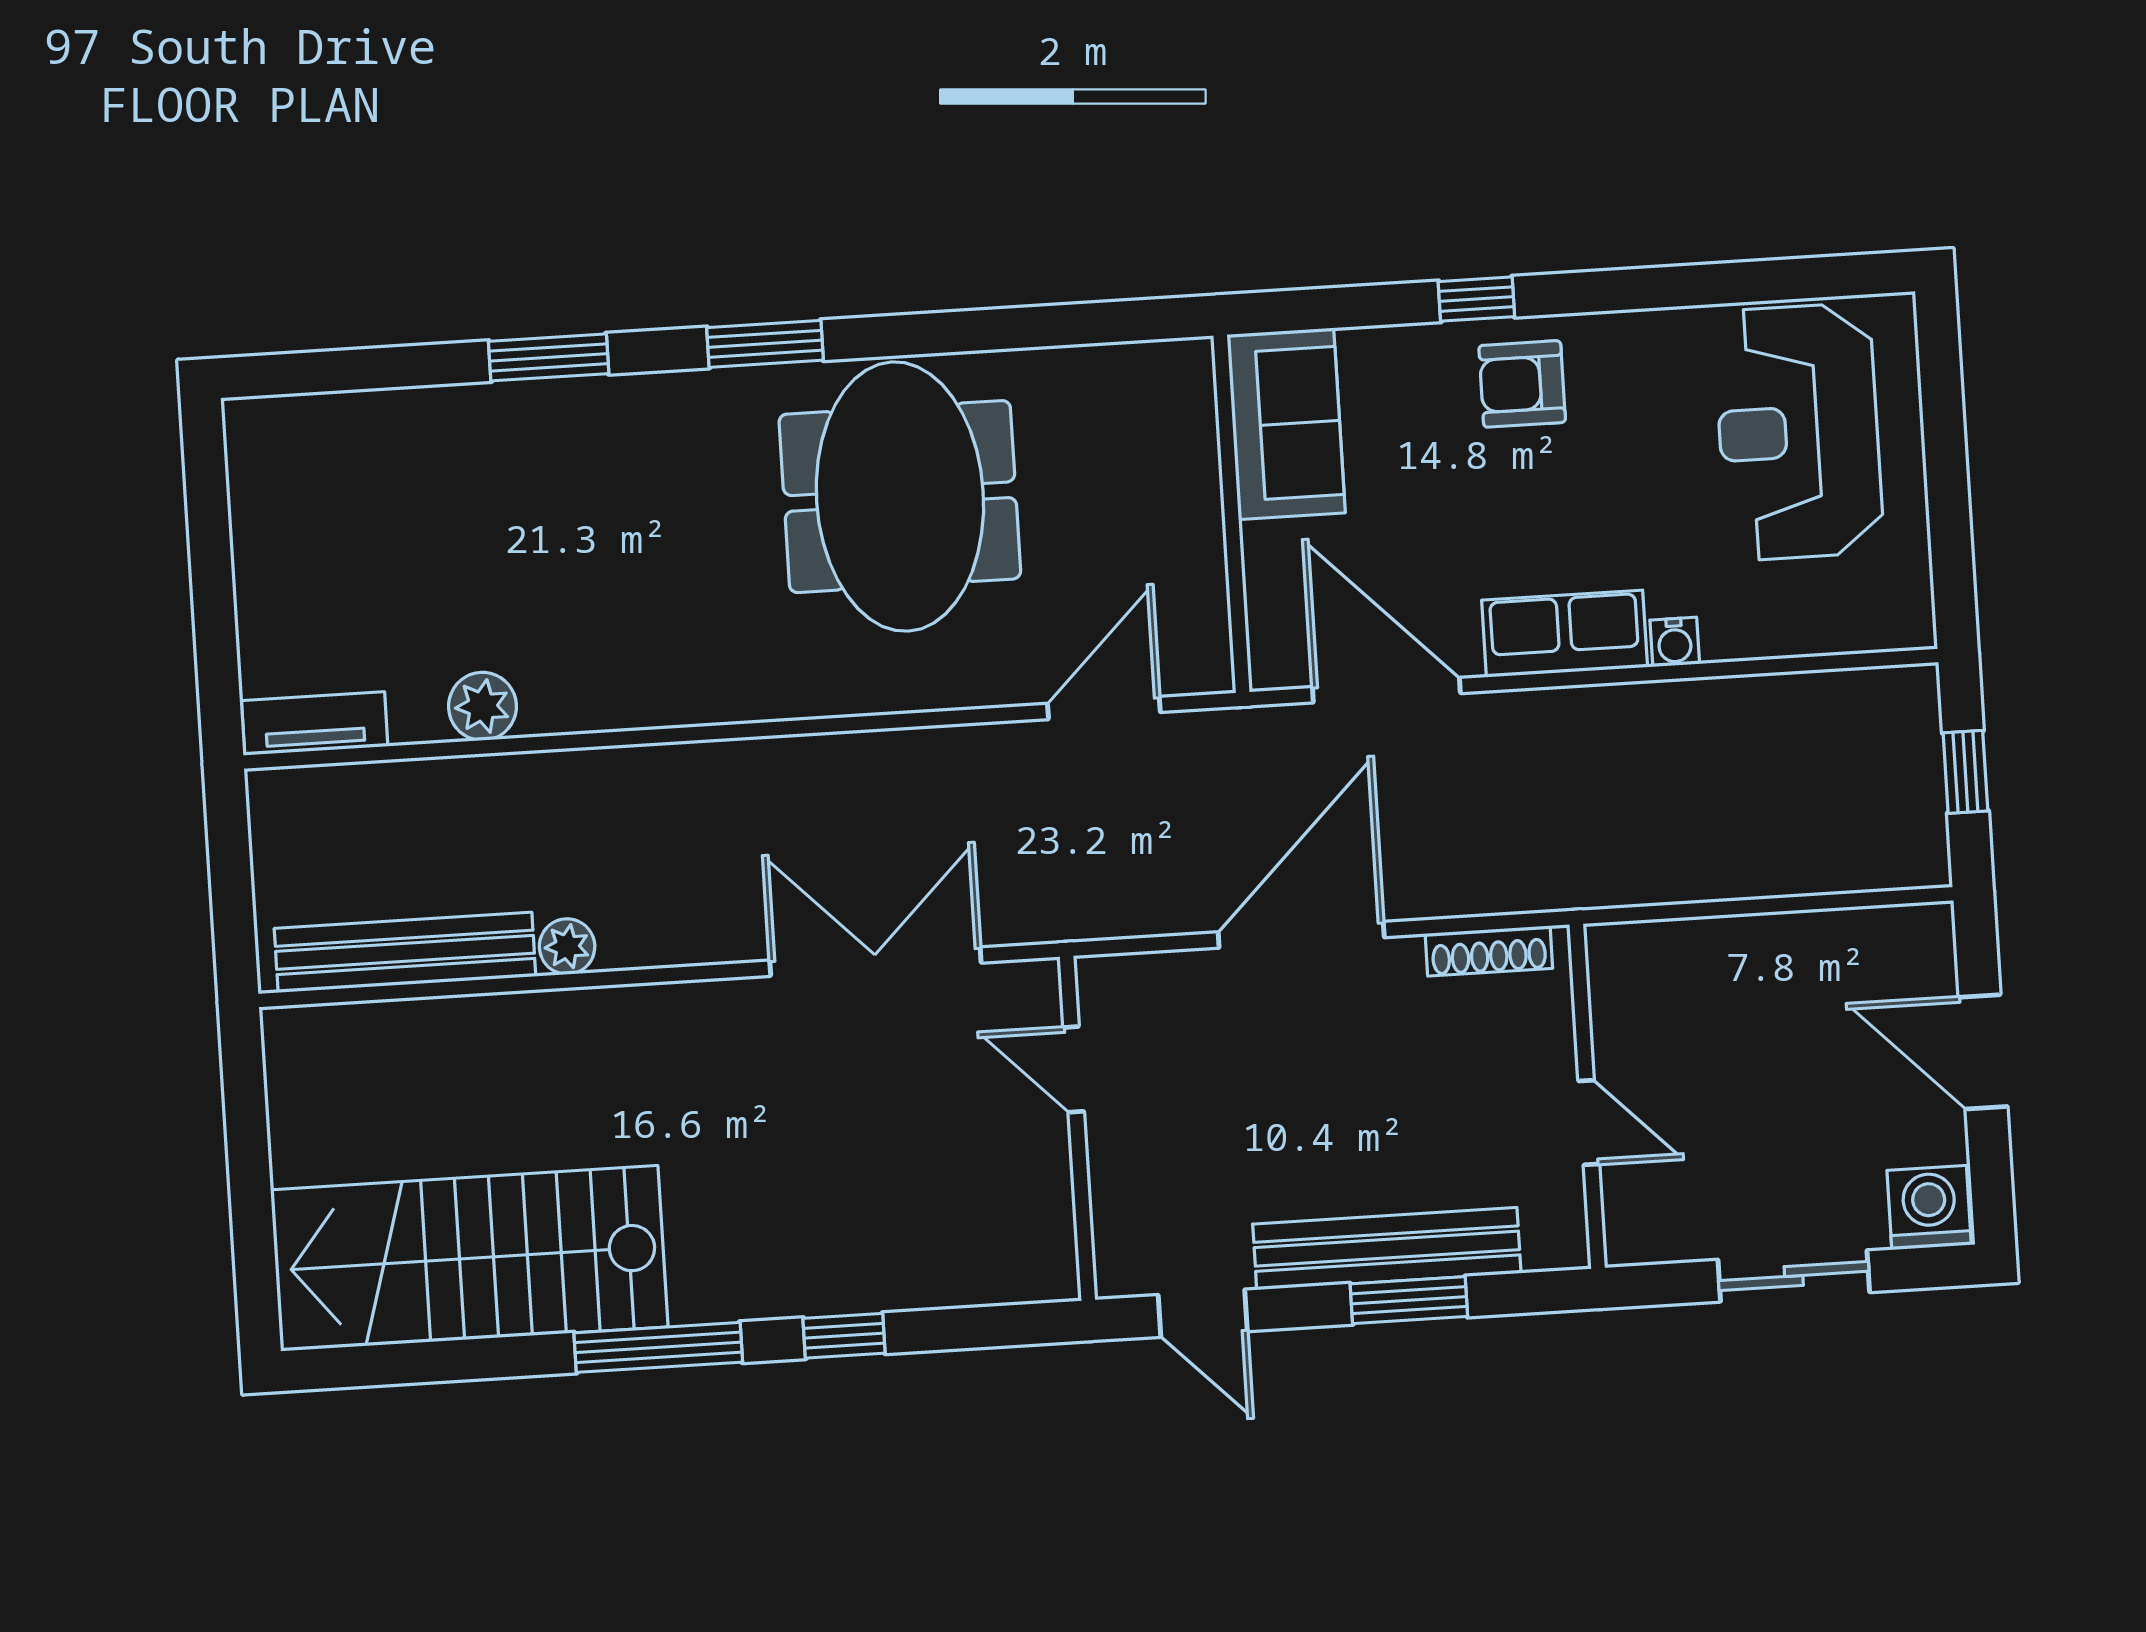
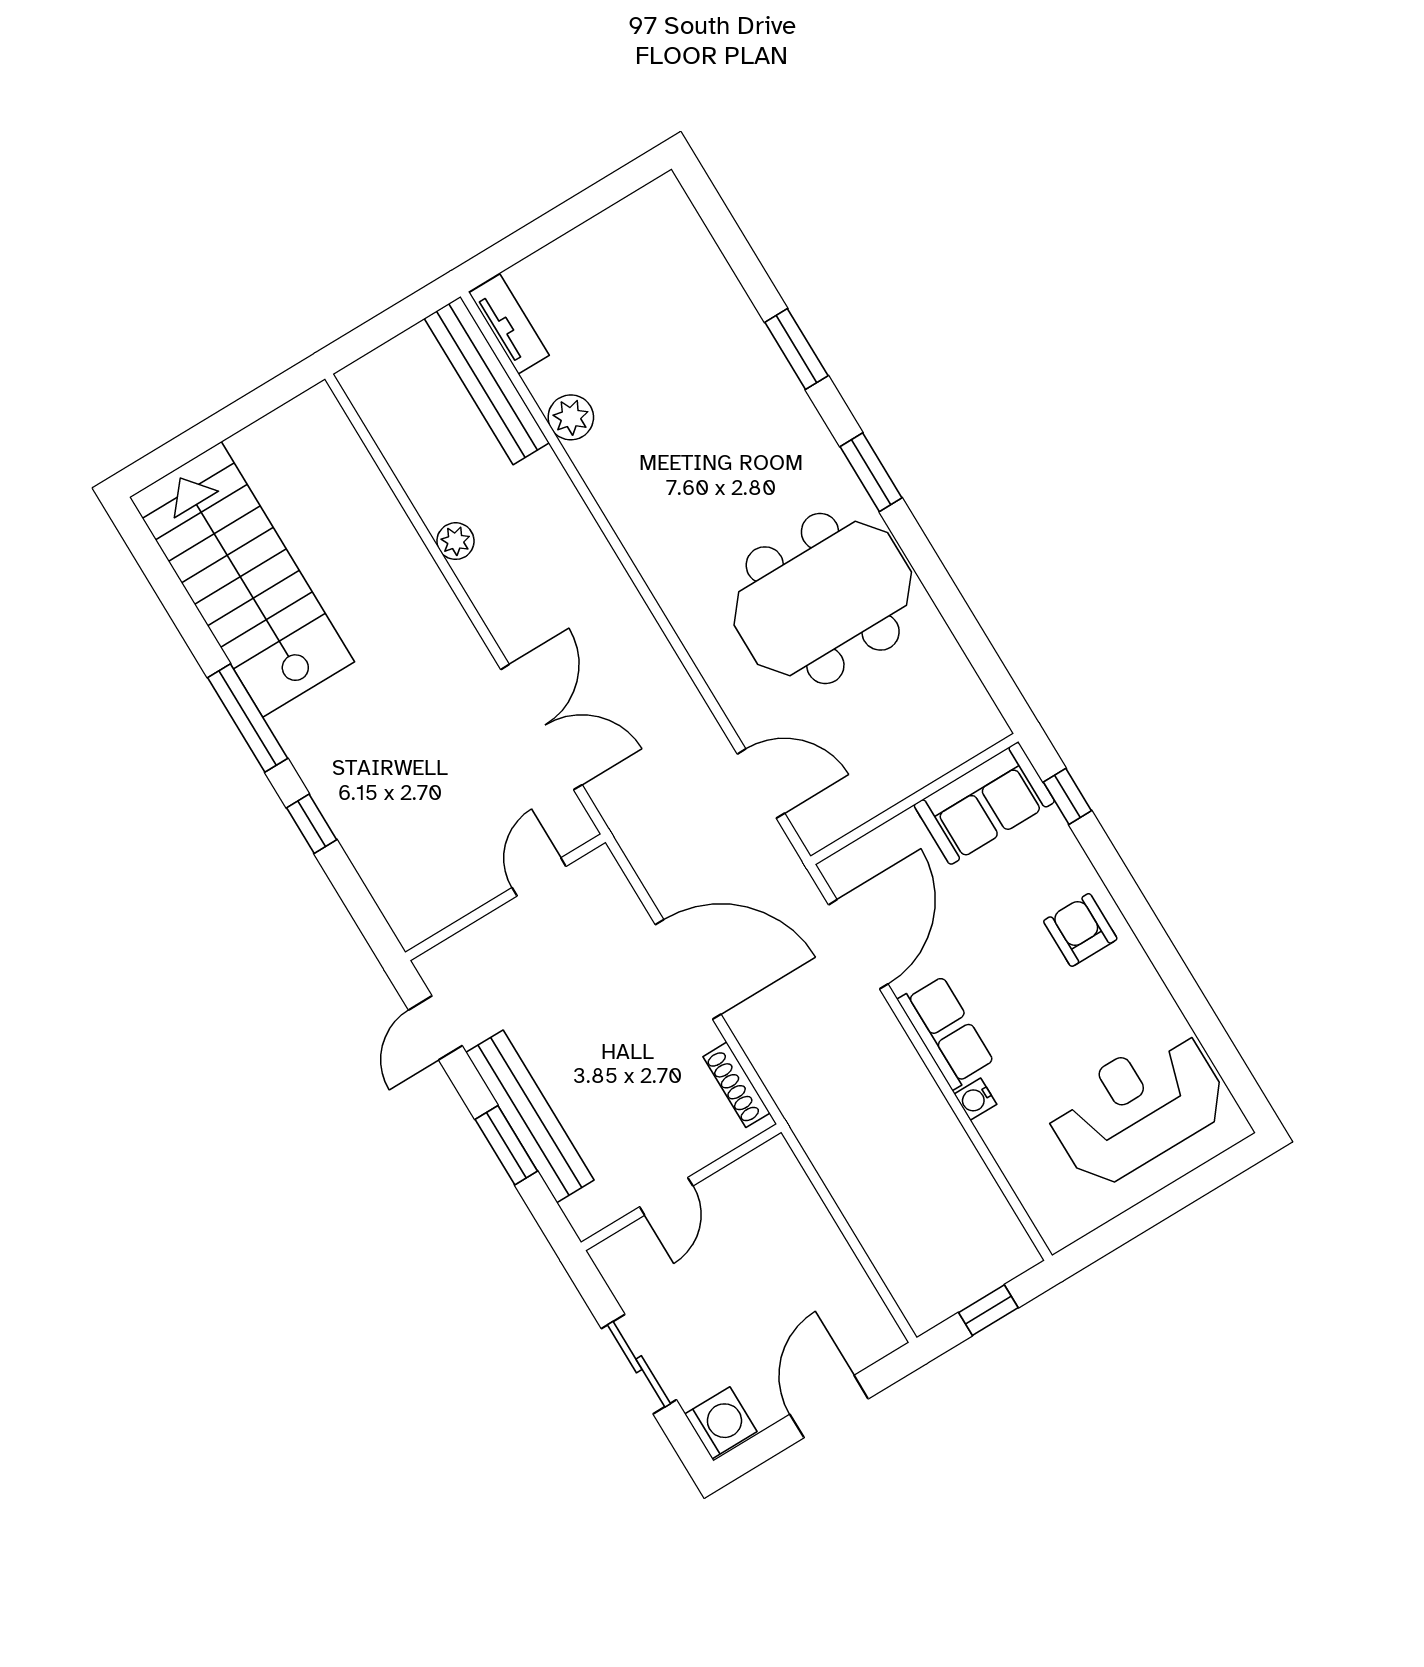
window: (1476, 299) -> (1067, 796), moved
bench: (405, 952) -> (487, 381), moved

